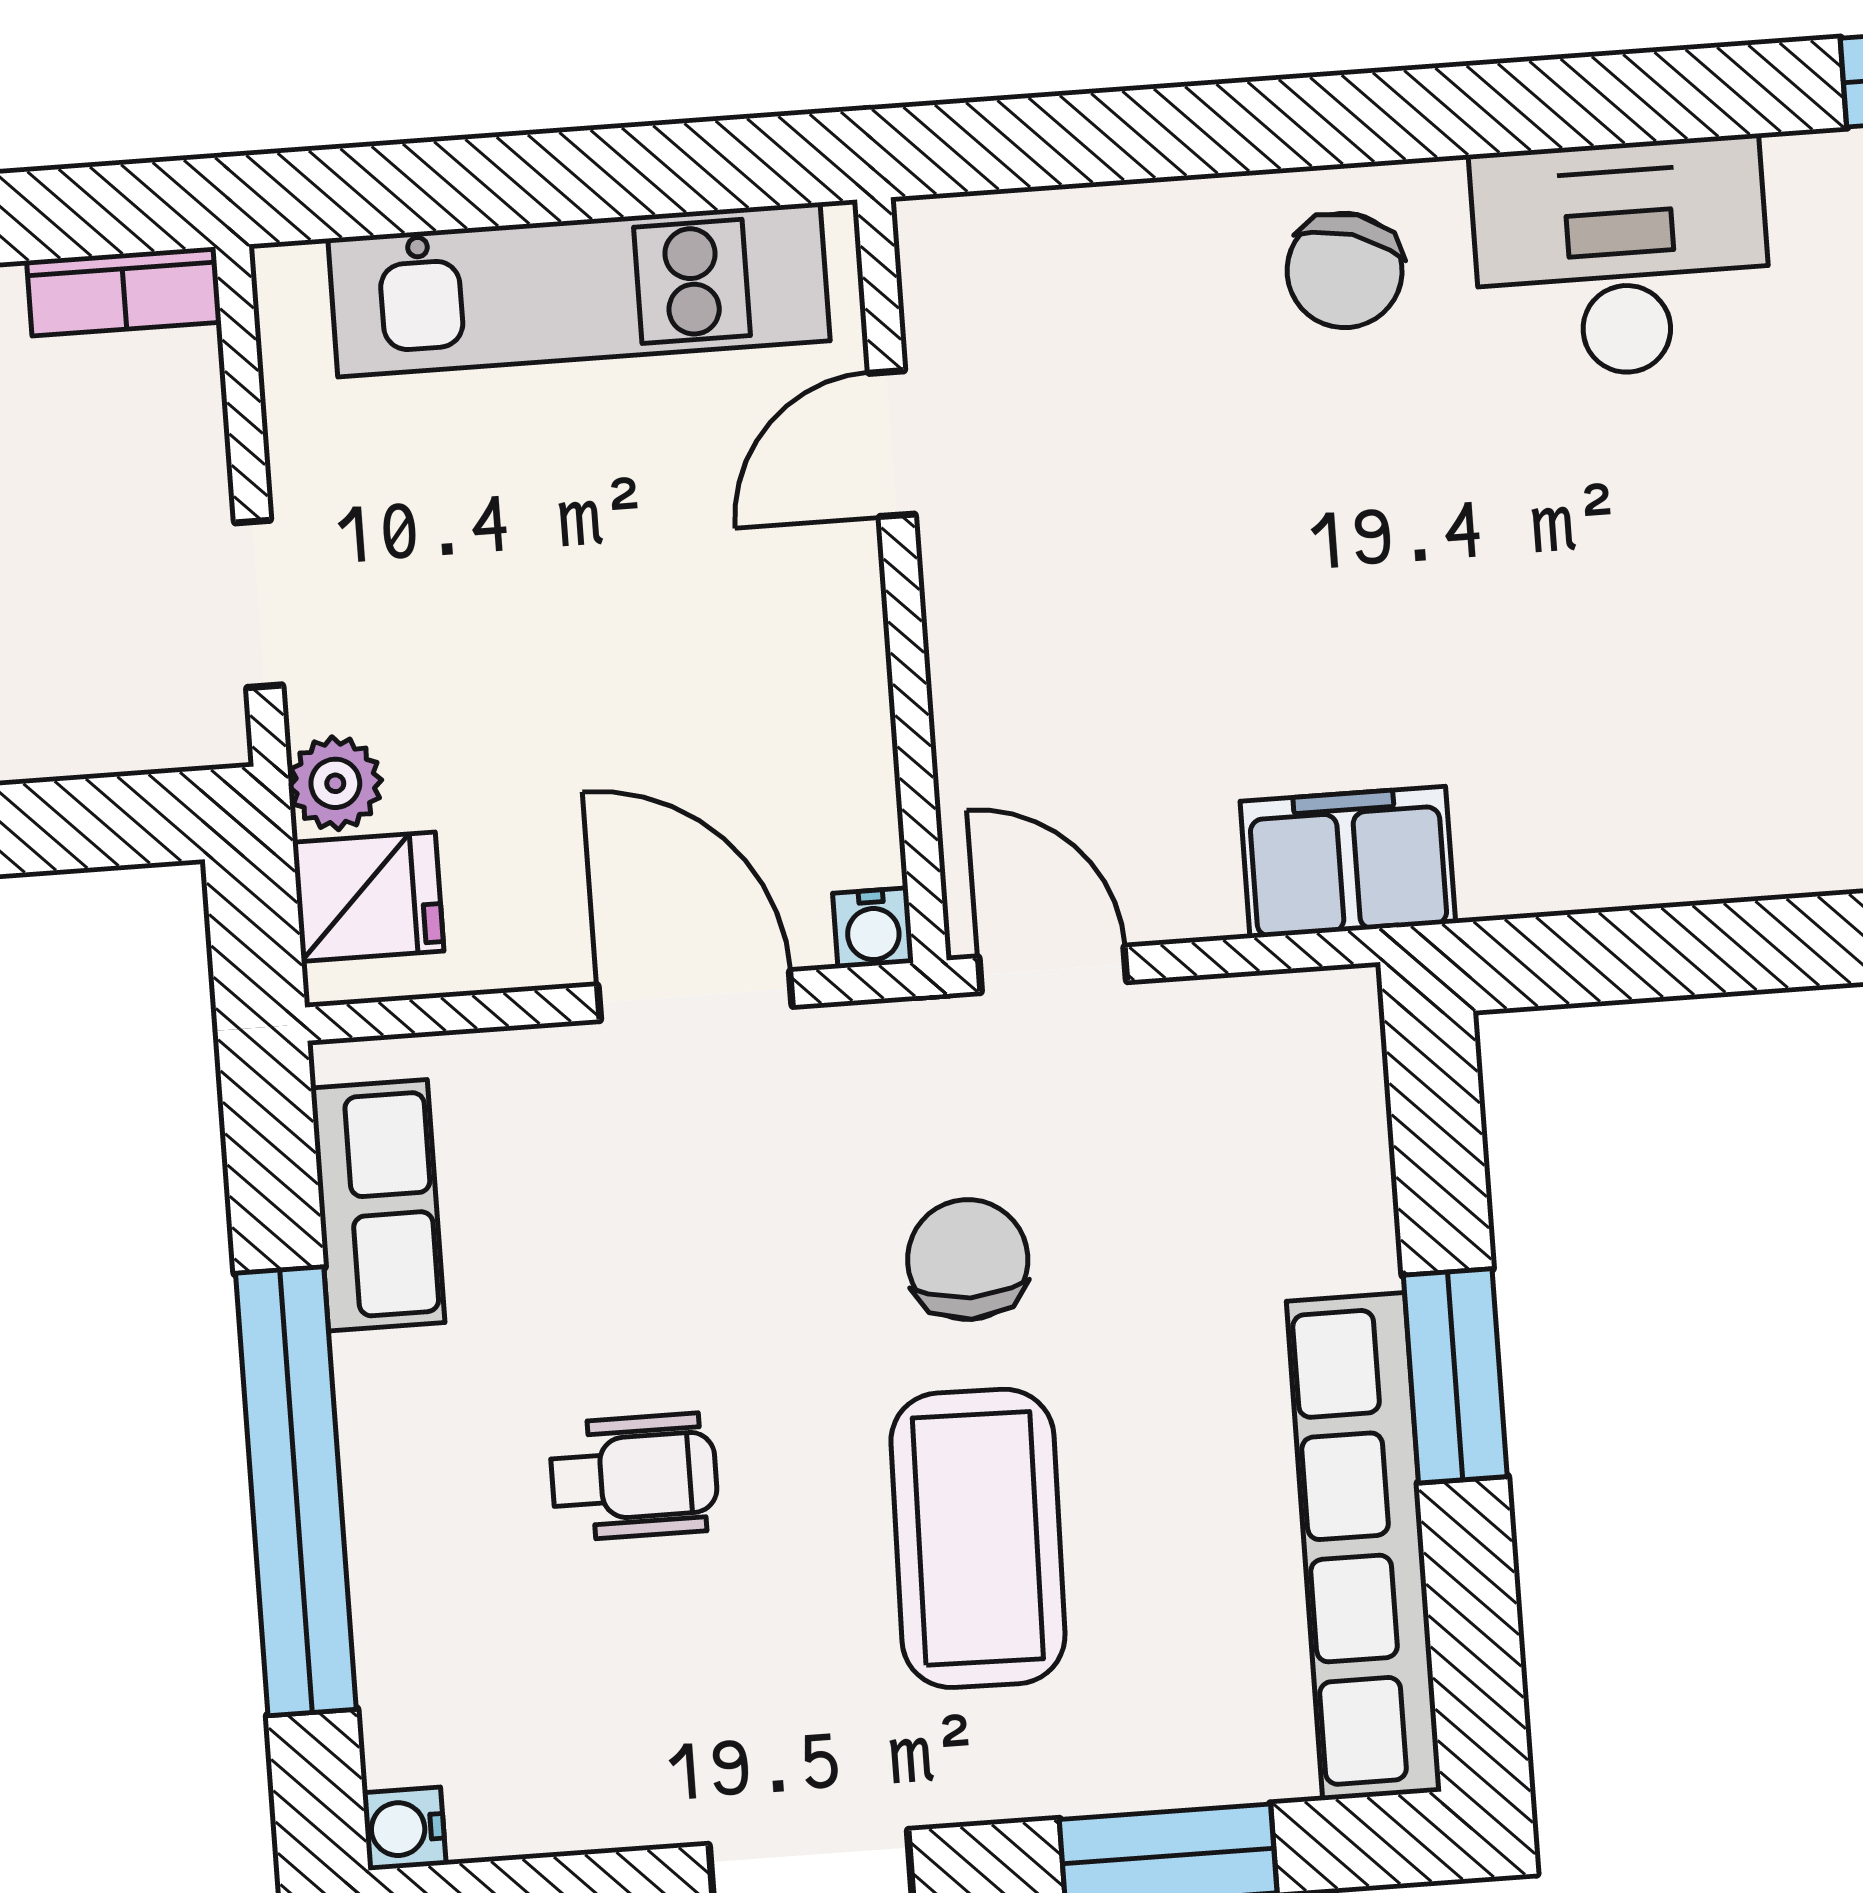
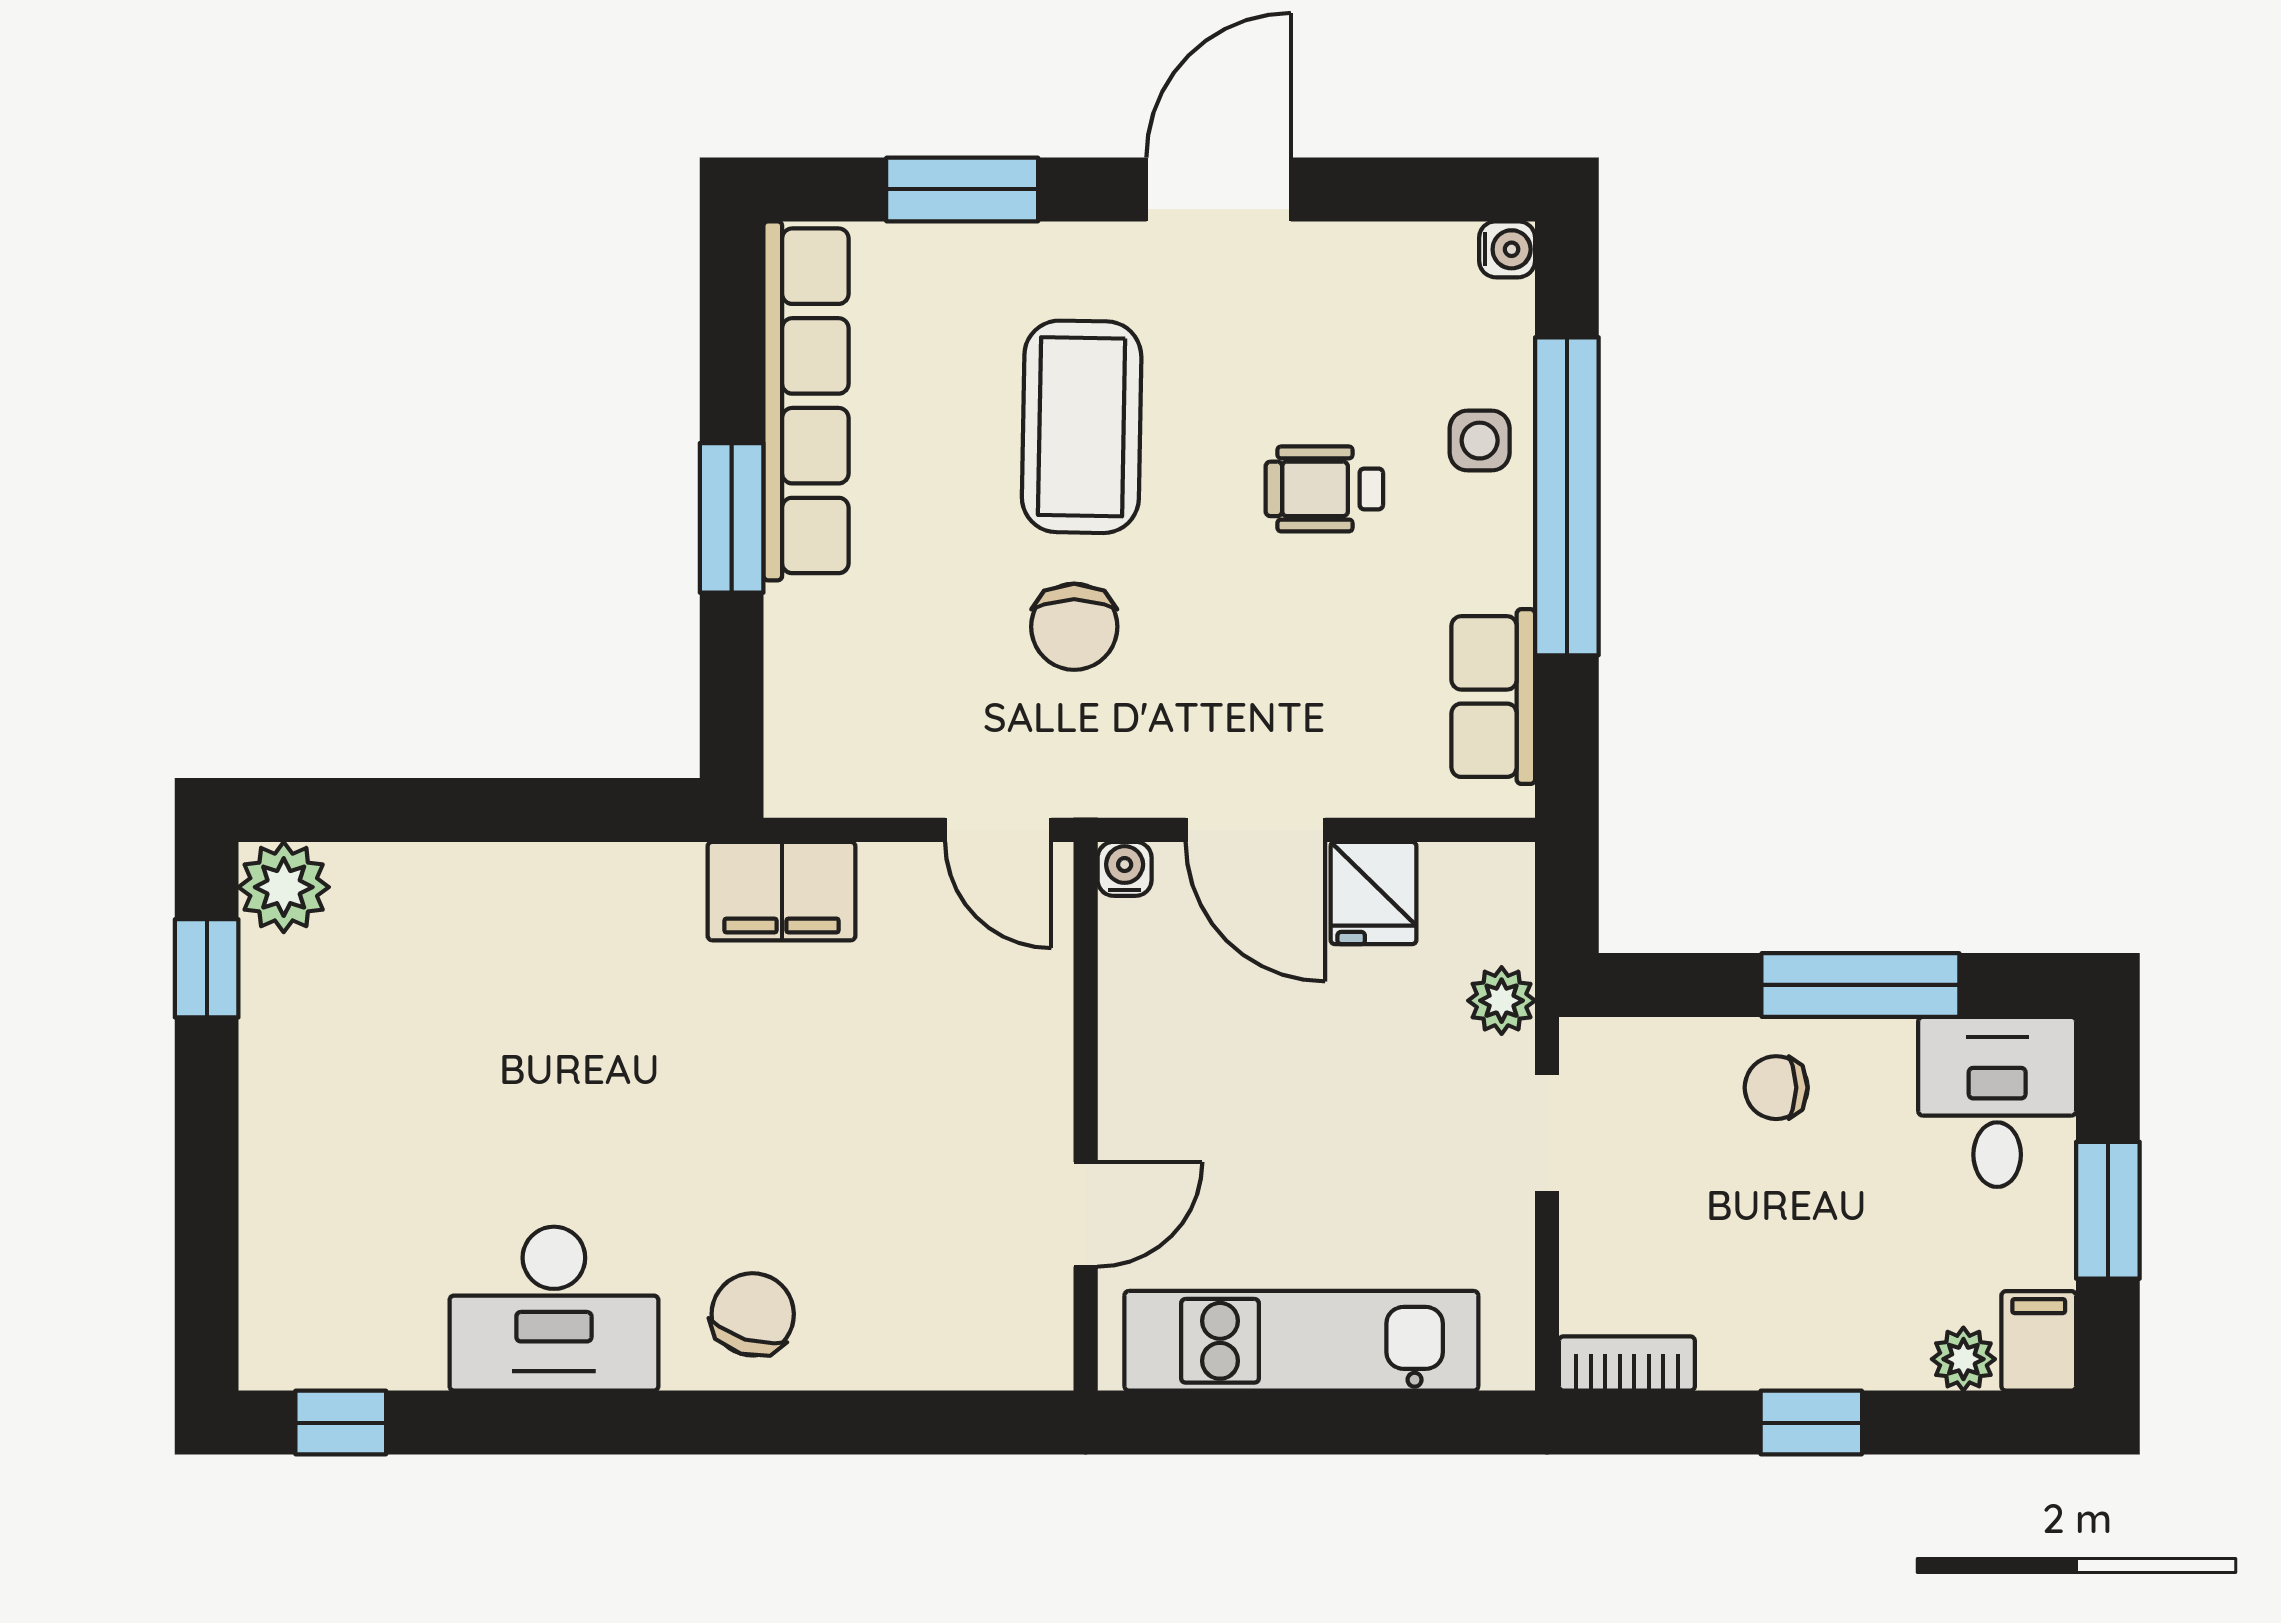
fridge: (368, 897) -> (1374, 893), moved, turned -90
side table: (423, 1560) -> (1480, 441), added

